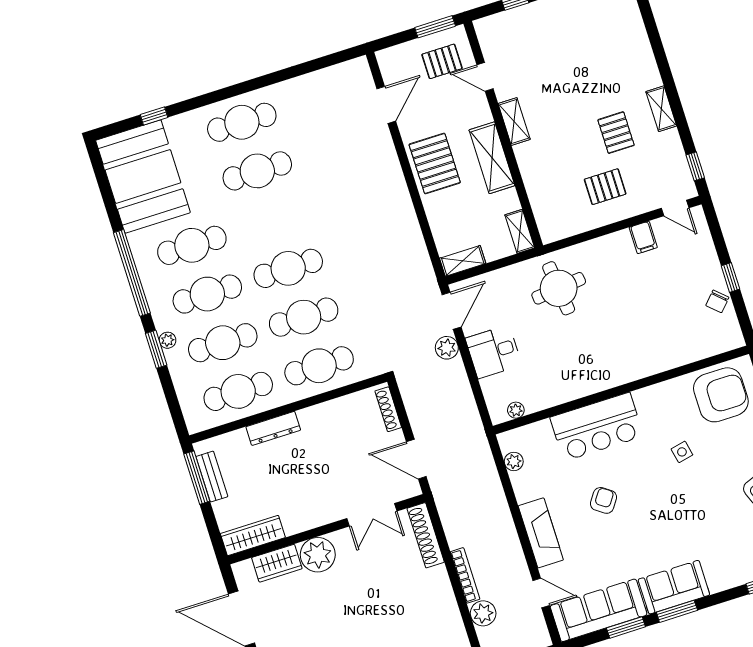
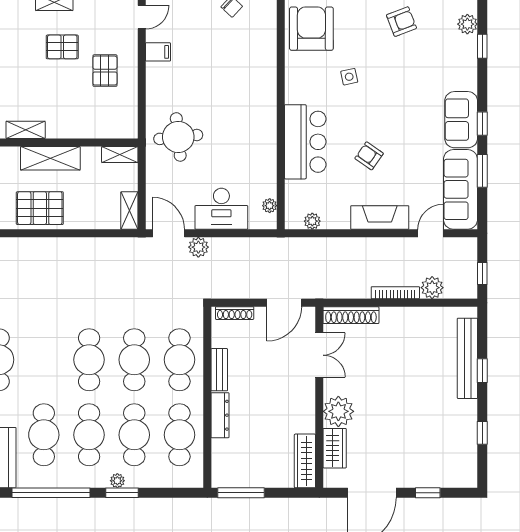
desk: (494, 352) -> (221, 209), width x1.37
bench: (212, 477) -> (219, 370), moved, turned 90
window: (677, 611) -> (482, 124), width x0.67

